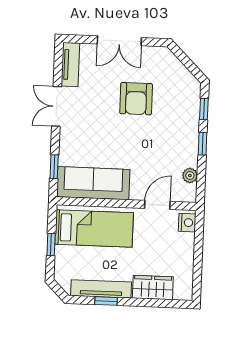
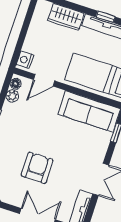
floor lamp: (190, 191) -> (16, 84), added

